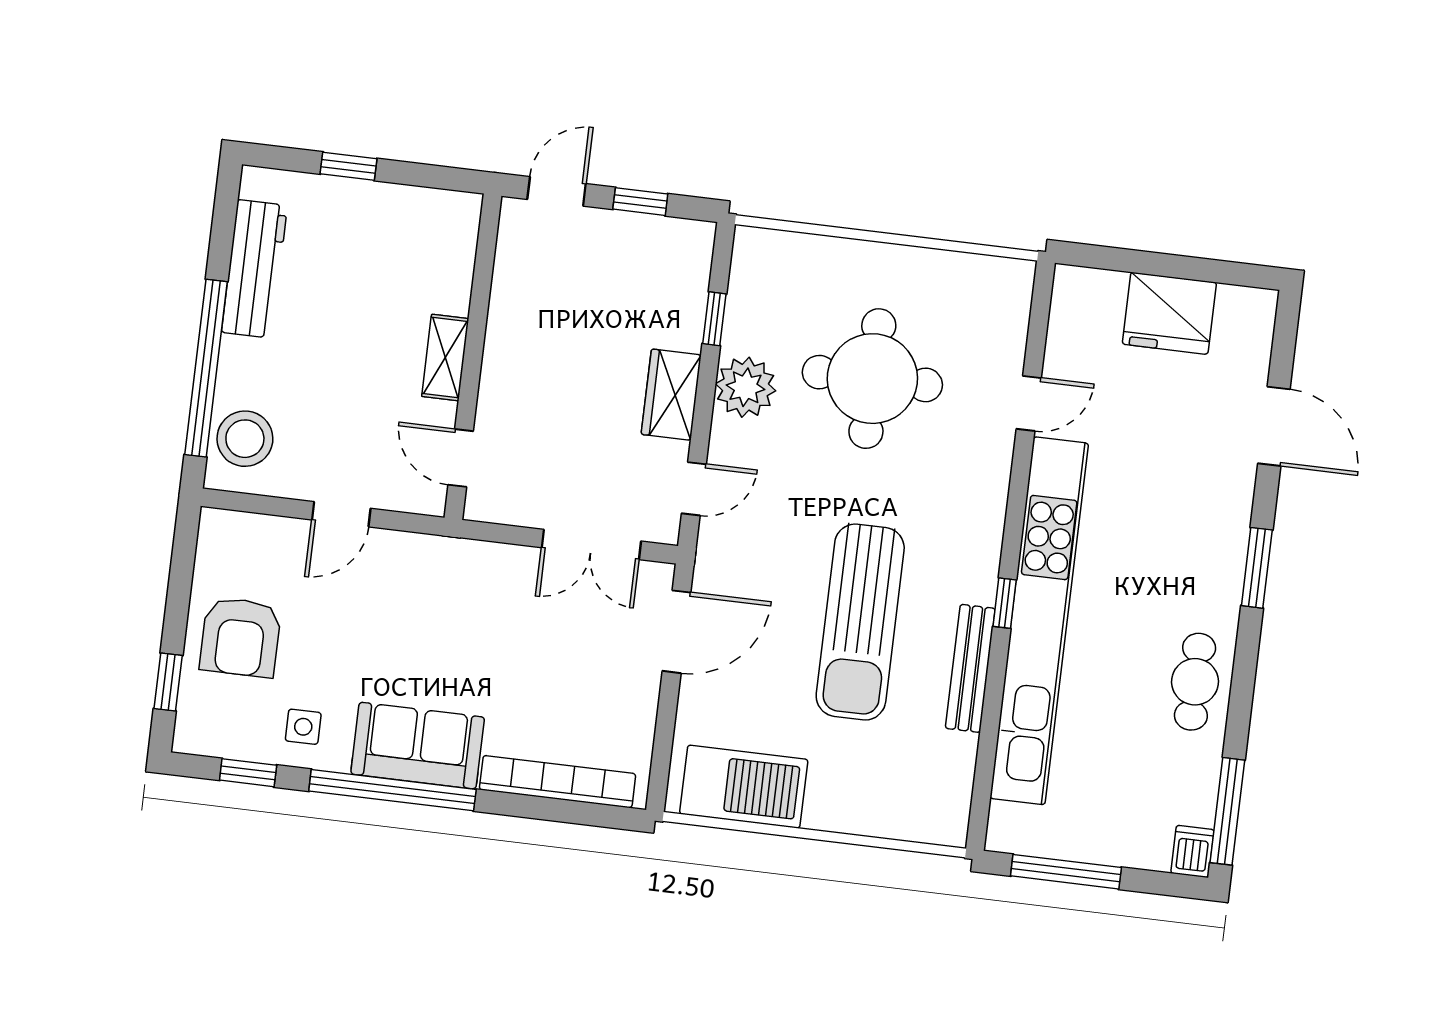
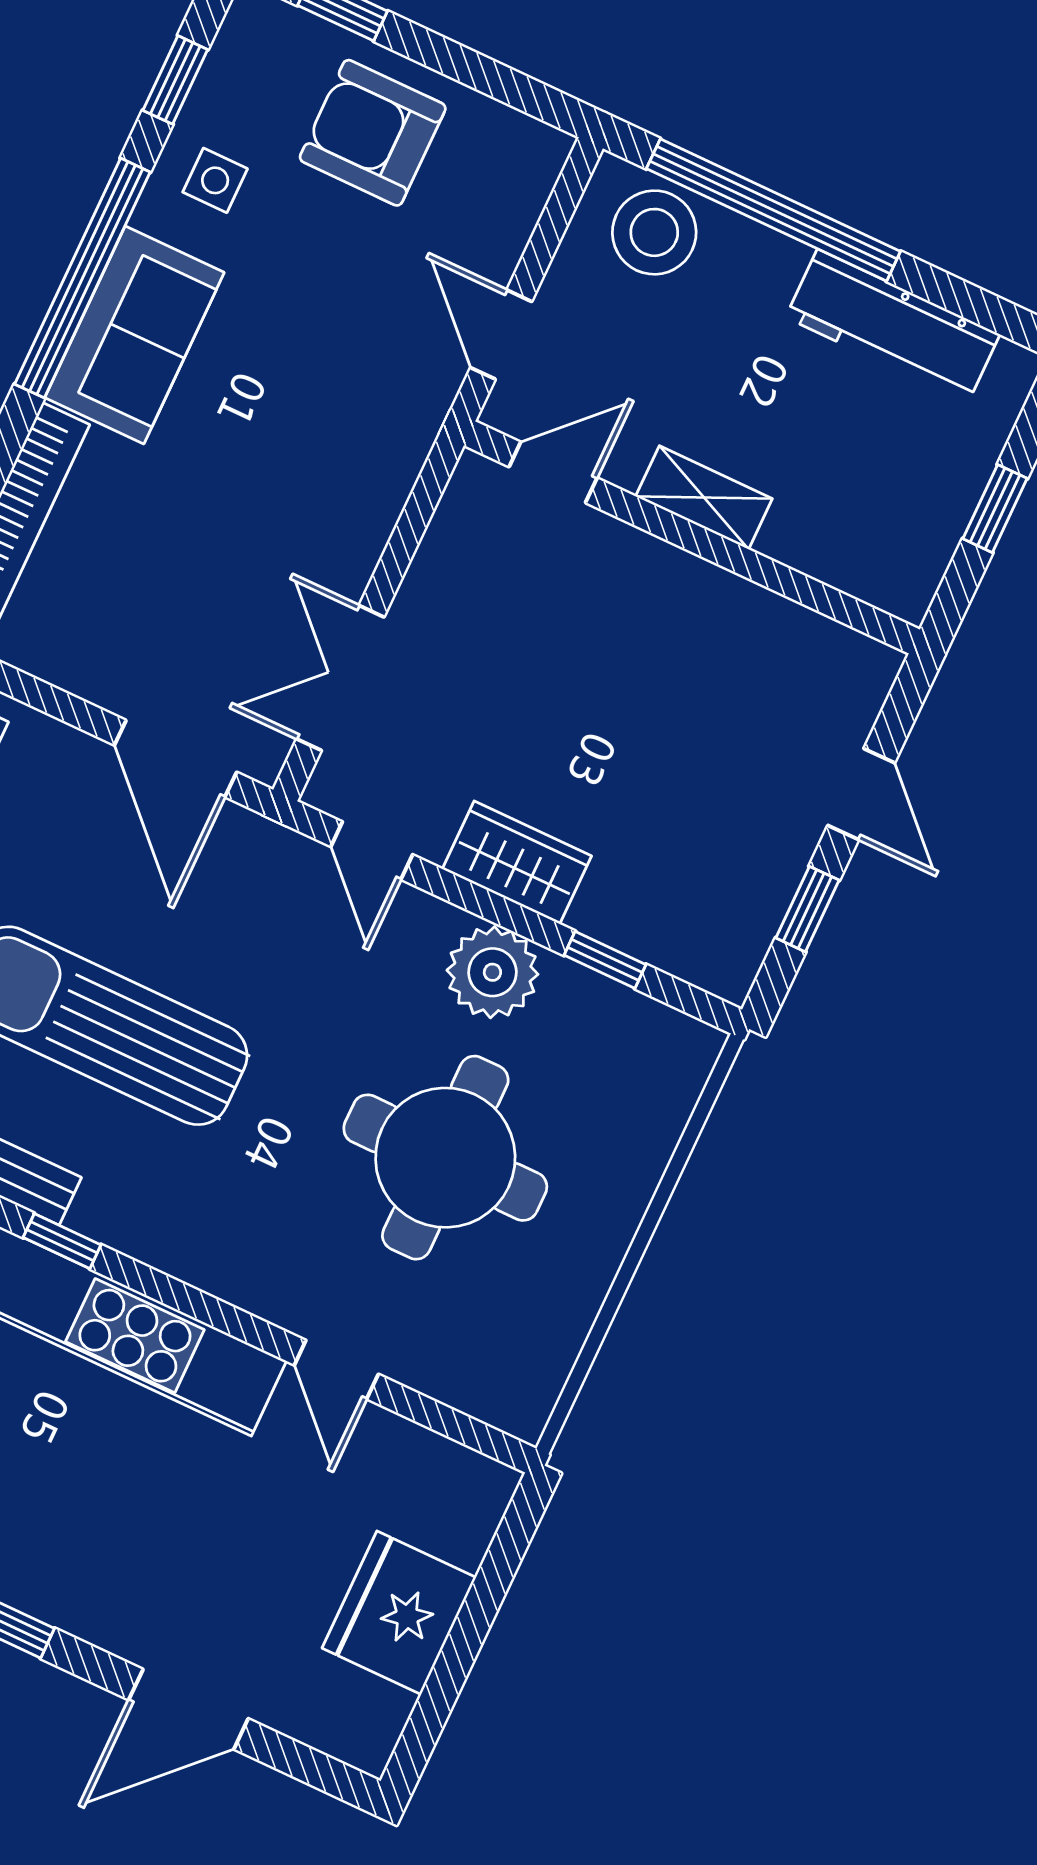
wall: (473, 357) -> (692, 537), moved
shelving: (445, 358) -> (704, 497), moved
door: (461, 458) -> (553, 472), moved

